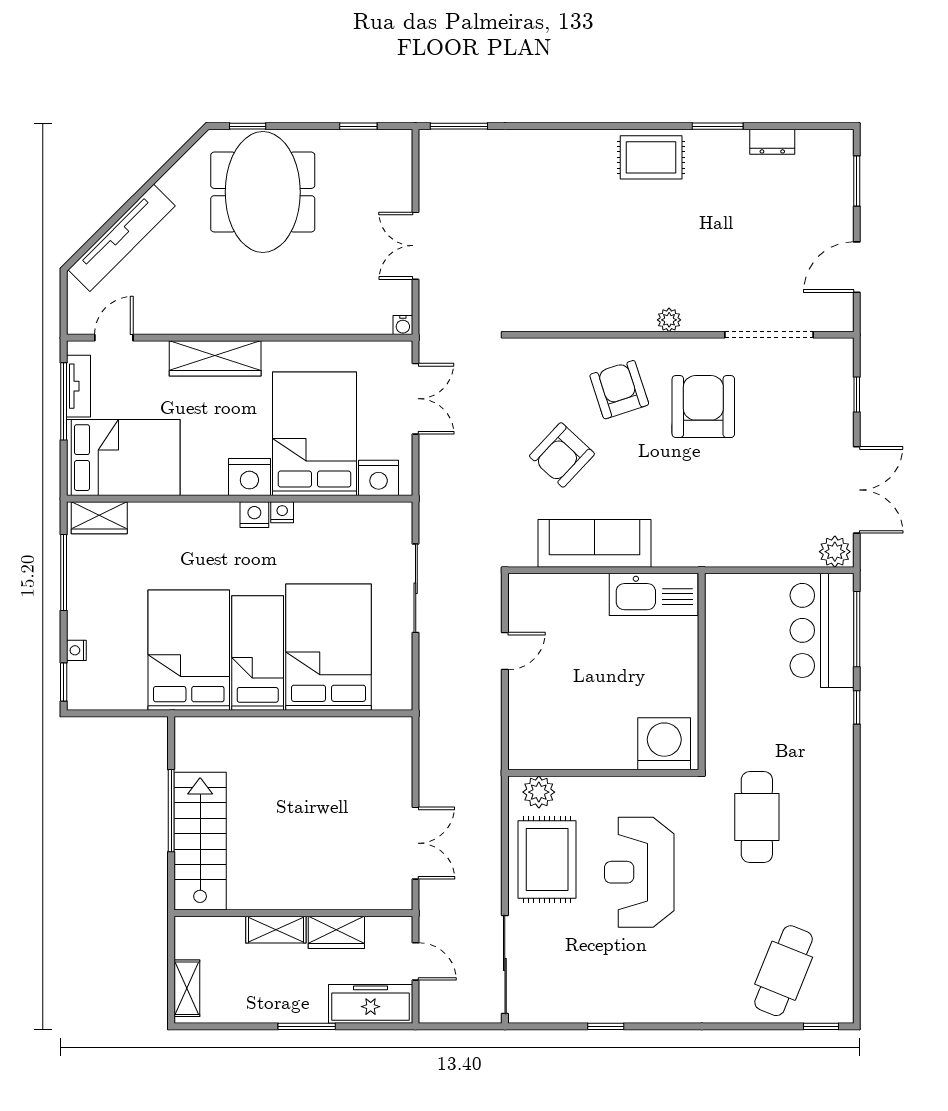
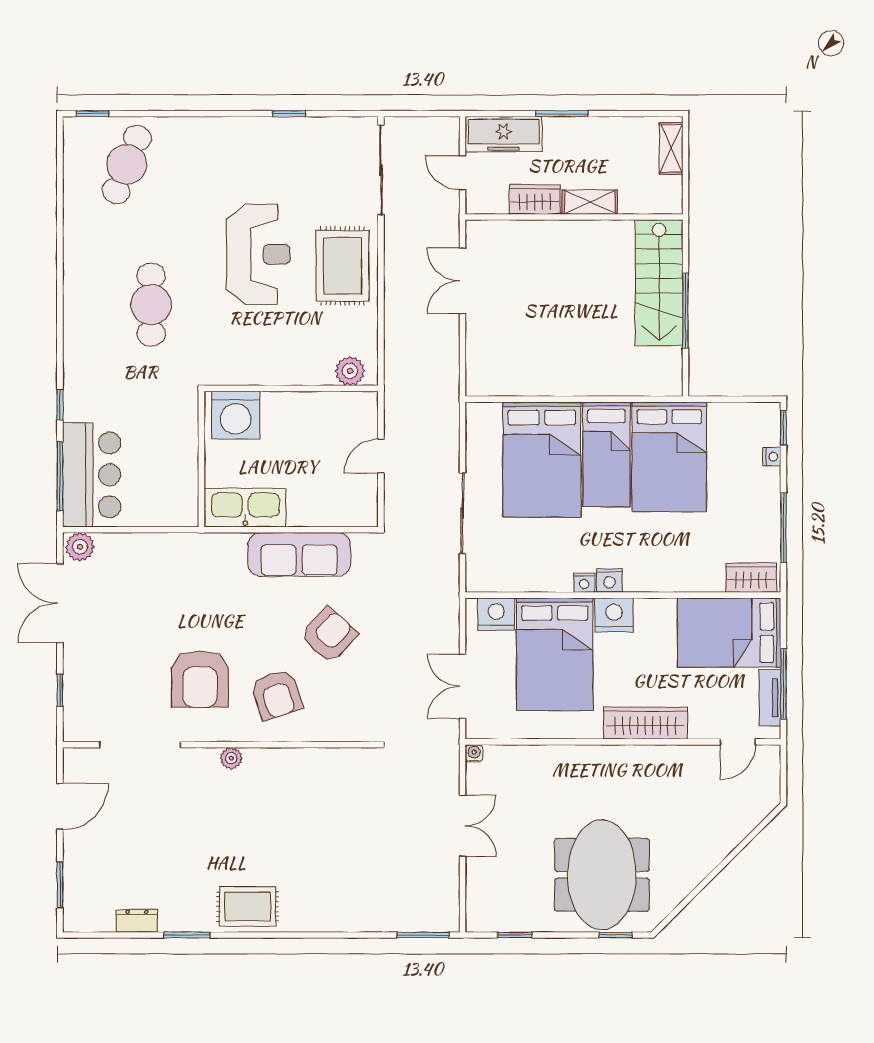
tv unit: (122, 238) -> (731, 833), removed
washing machine: (664, 744) -> (236, 415), moved
wall: (603, 773) -> (291, 388), moved
plant: (539, 792) -> (350, 371), moved

